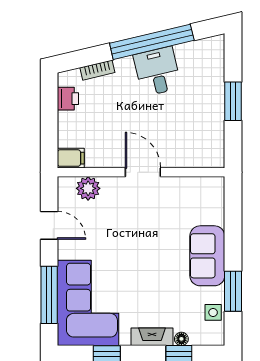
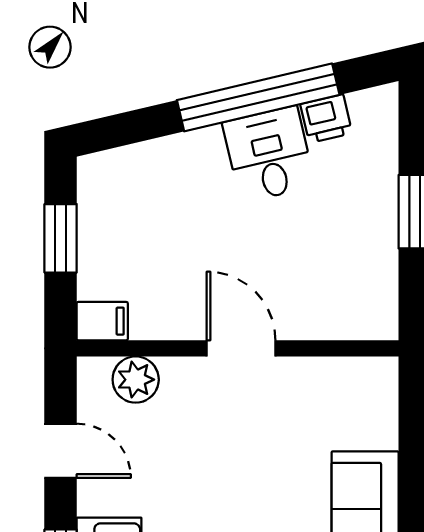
bookcase: (97, 70) -> (153, 152), removed
printer: (68, 99) -> (326, 119), moved, turned 77
window: (49, 115) -> (61, 238), added

